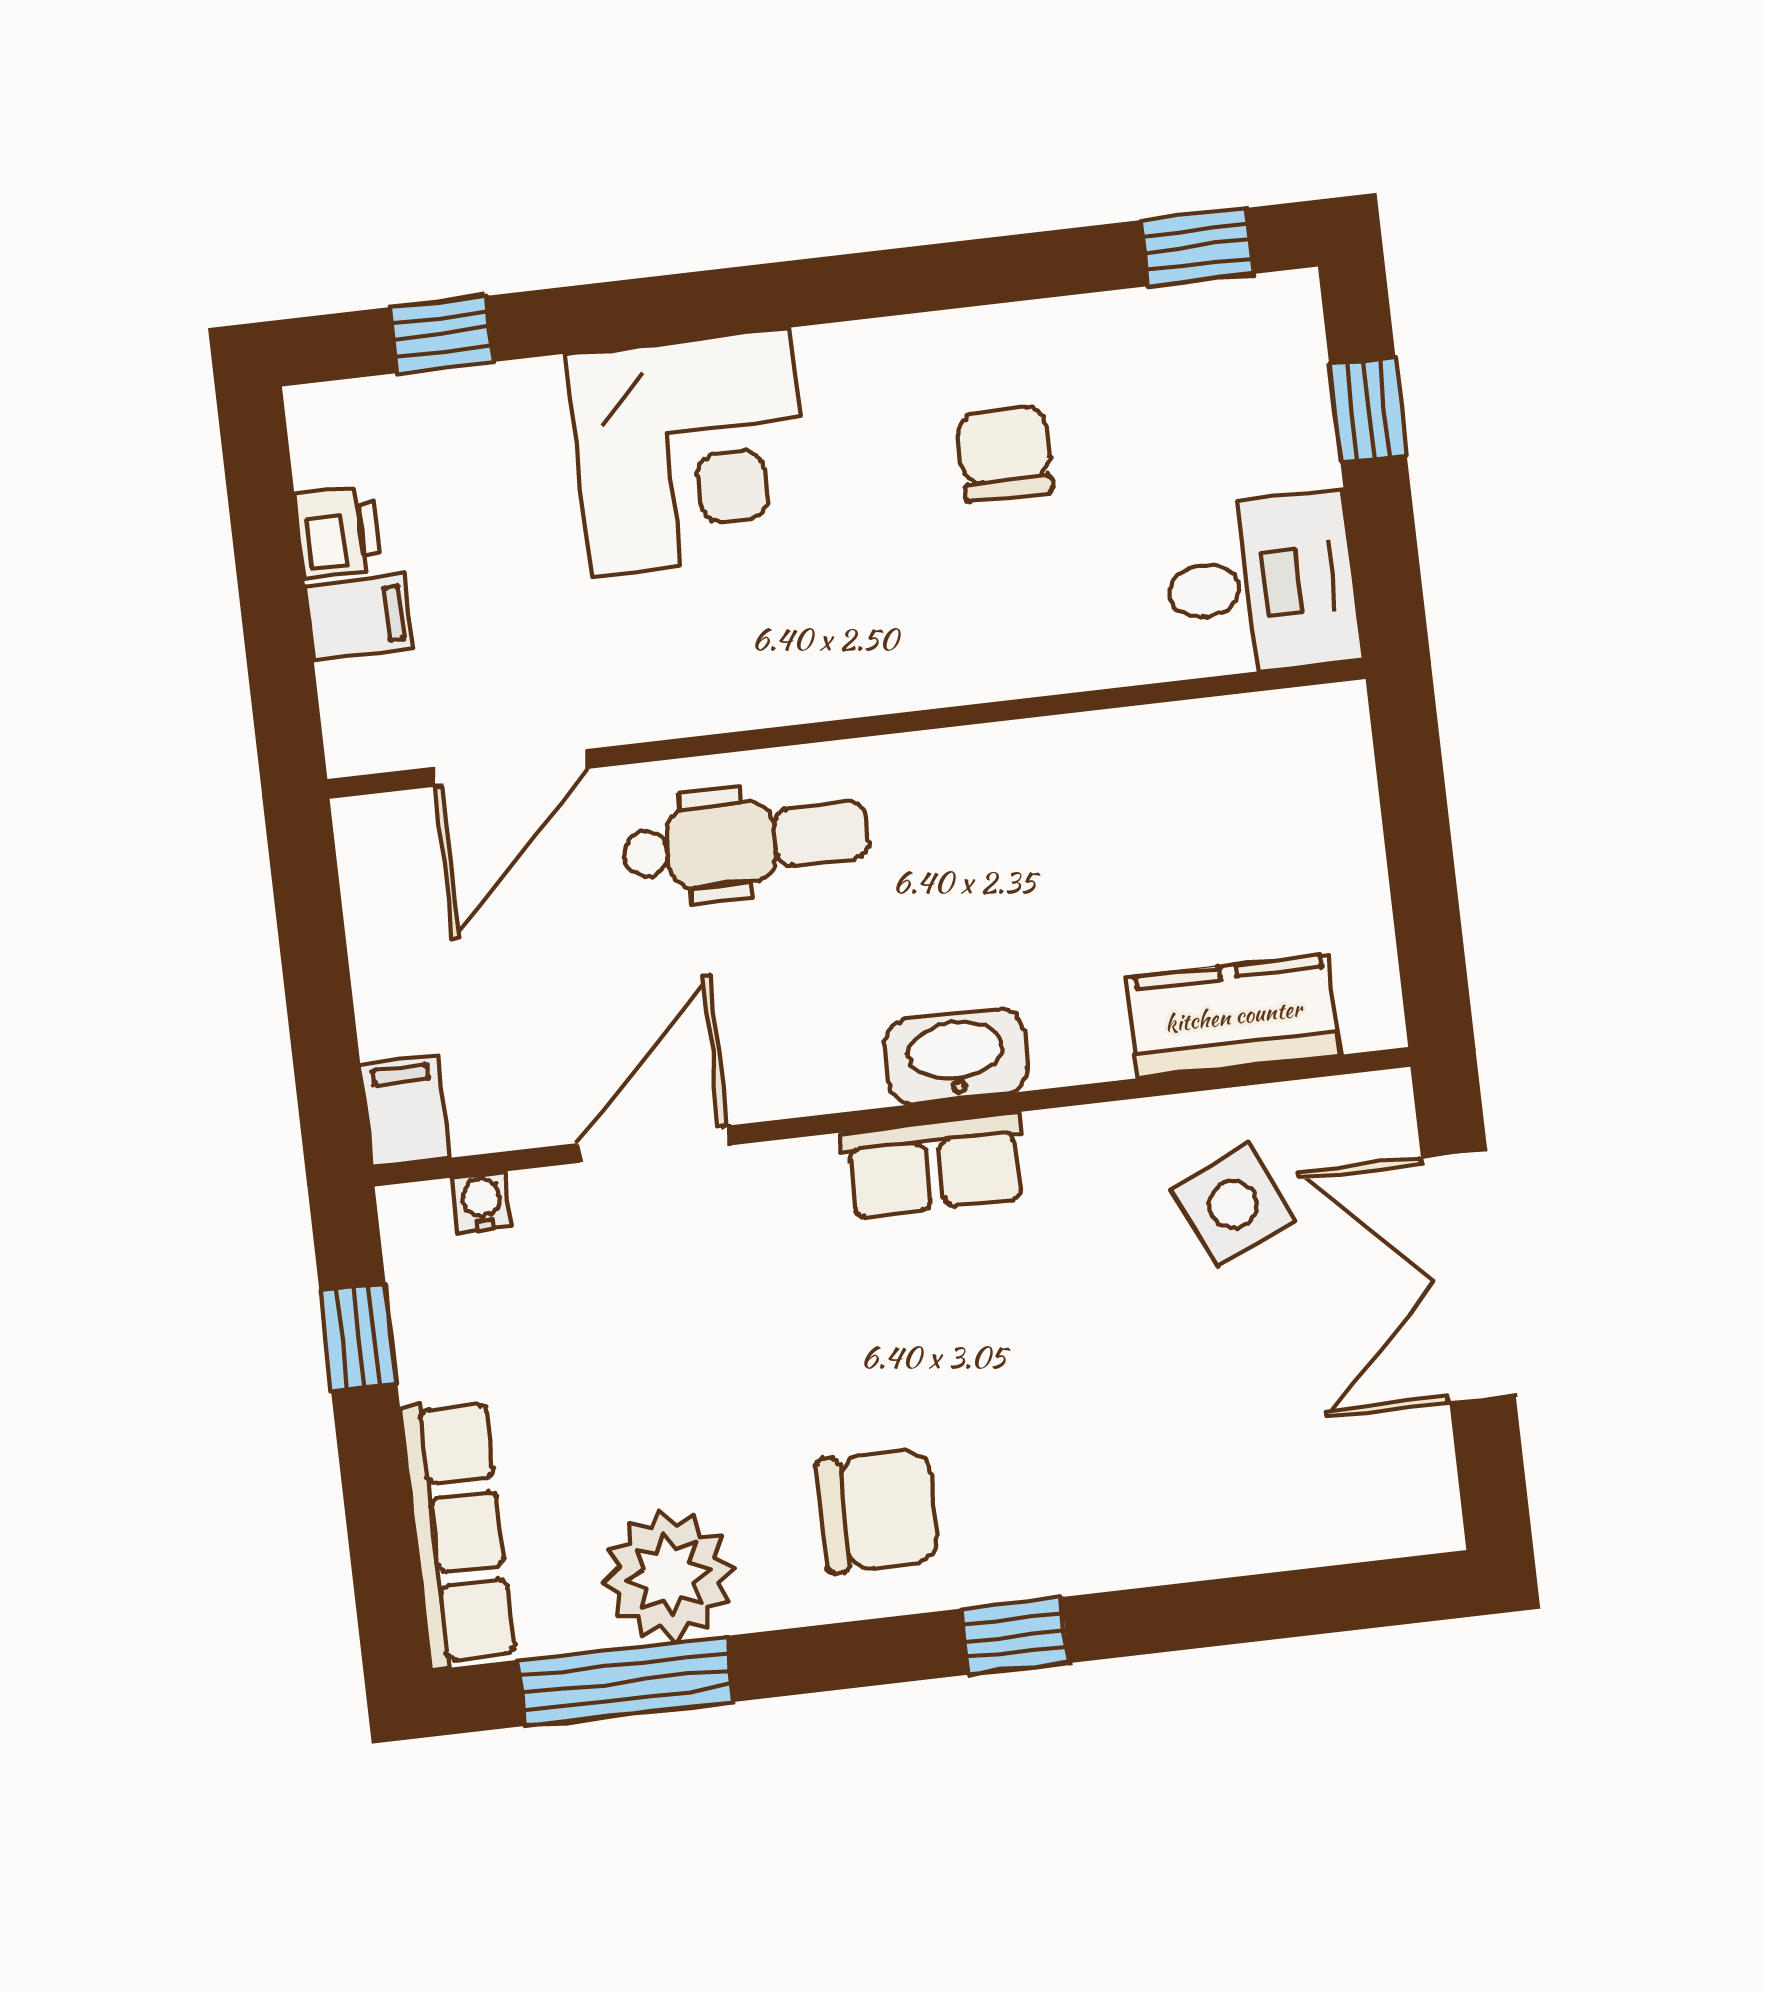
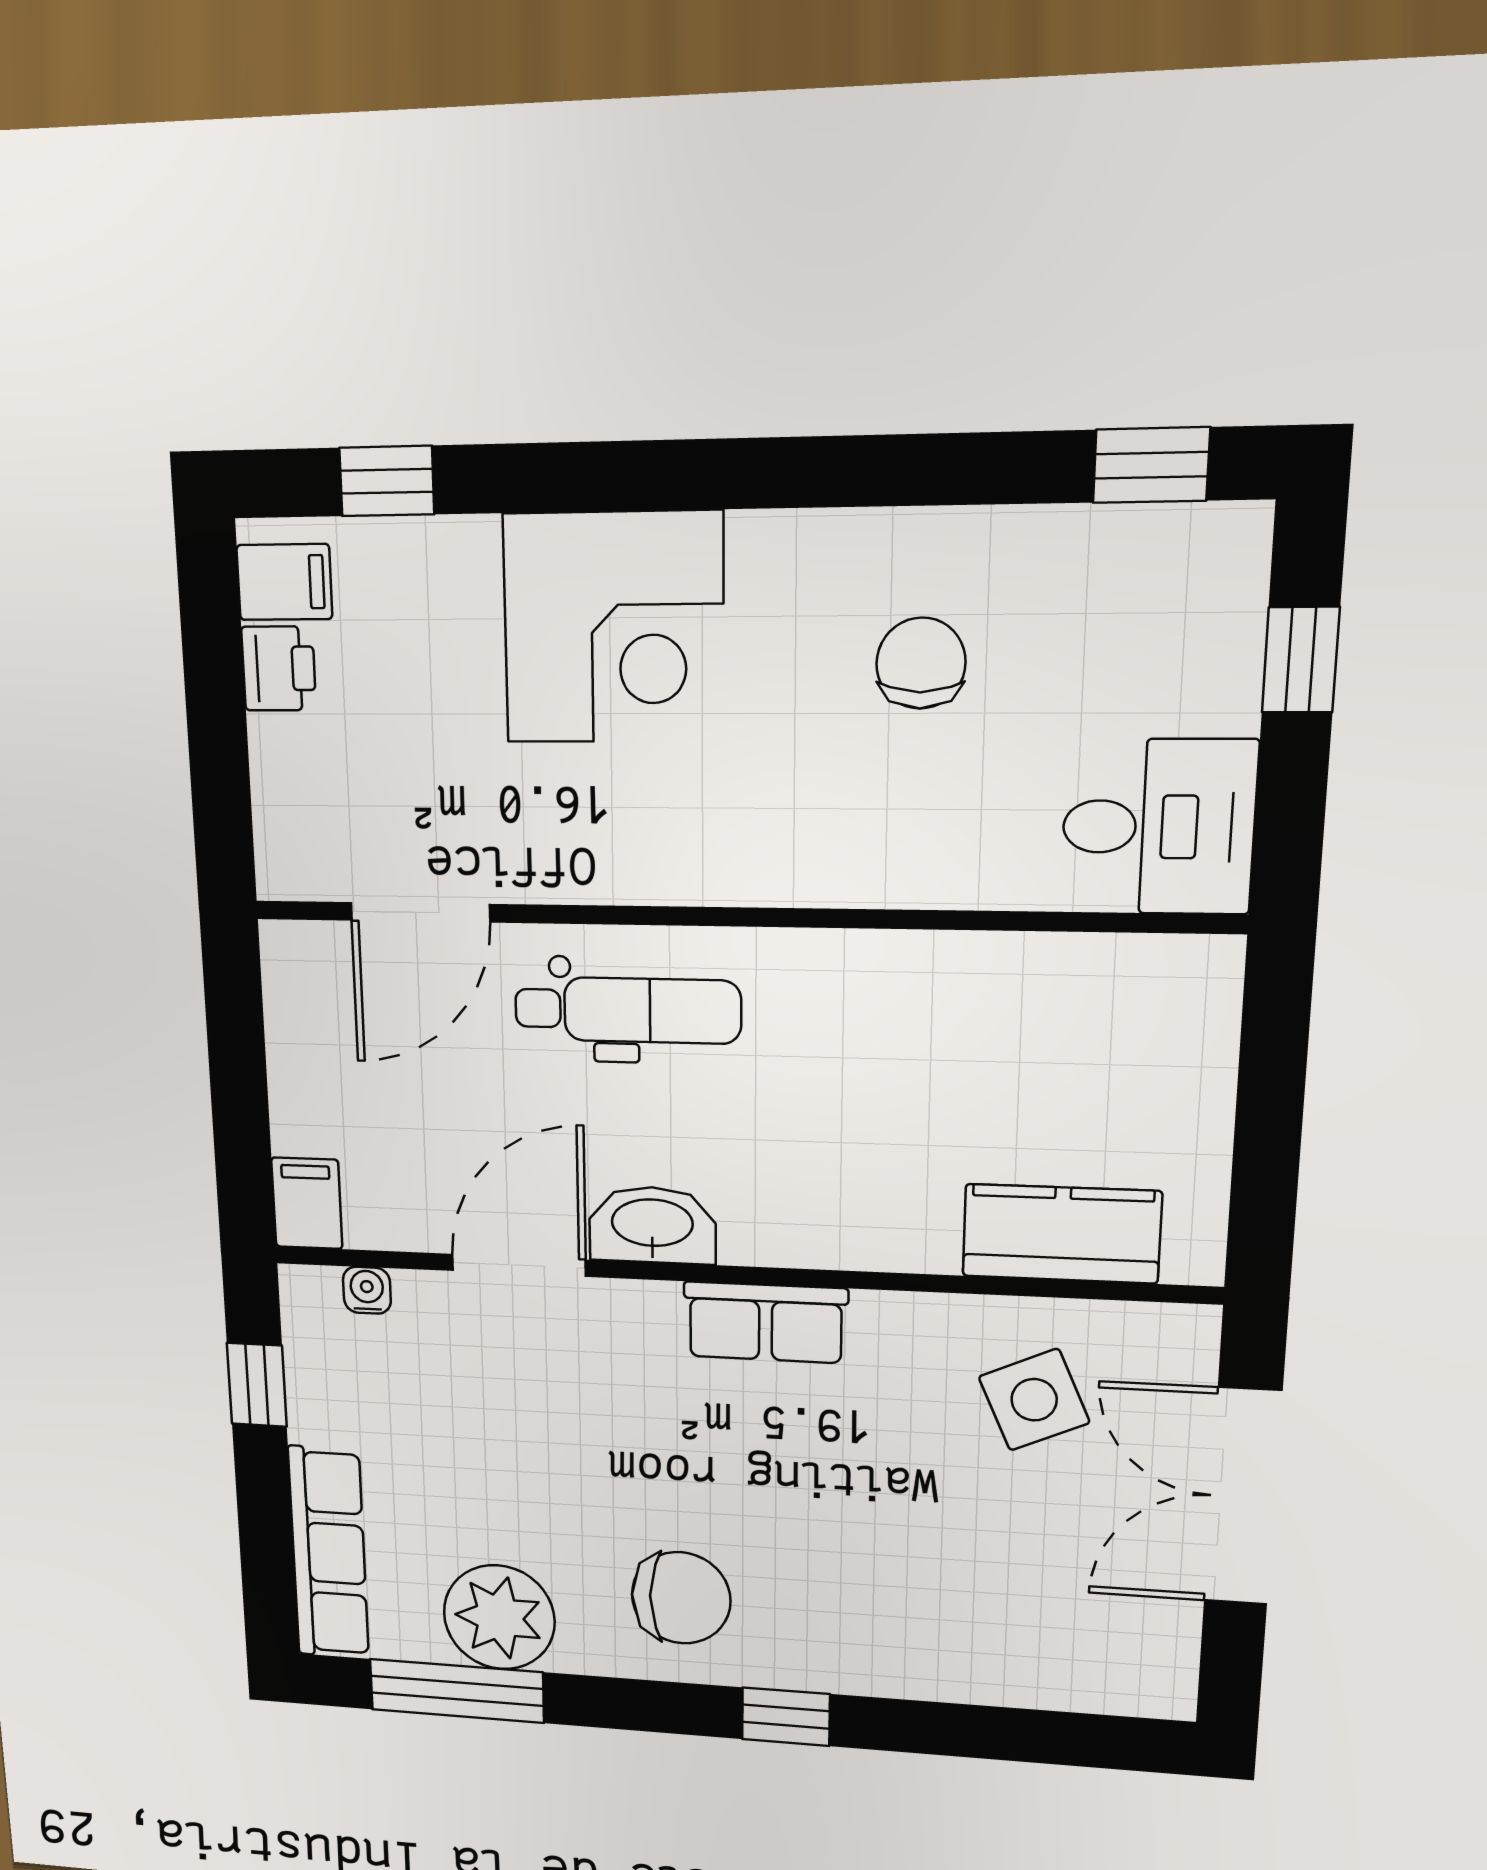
filing cabinet: (359, 617) -> (284, 582), moved
washbasin: (956, 1056) -> (652, 1225), moved

